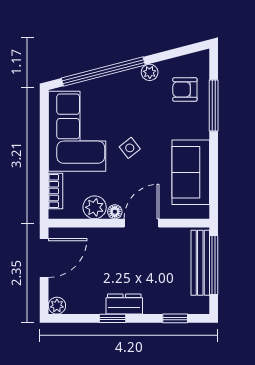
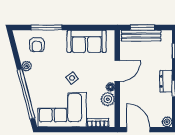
door: (142, 223) -> (117, 71), swing flipped
window: (214, 265) -> (142, 28), width x0.69

